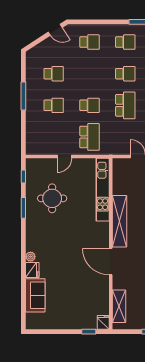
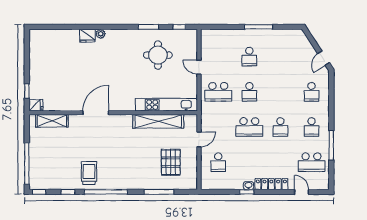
school desk: (54, 74) -> (280, 57), removed
shelving: (119, 221) -> (158, 121), moved
sofa: (35, 295) -> (63, 39), removed

